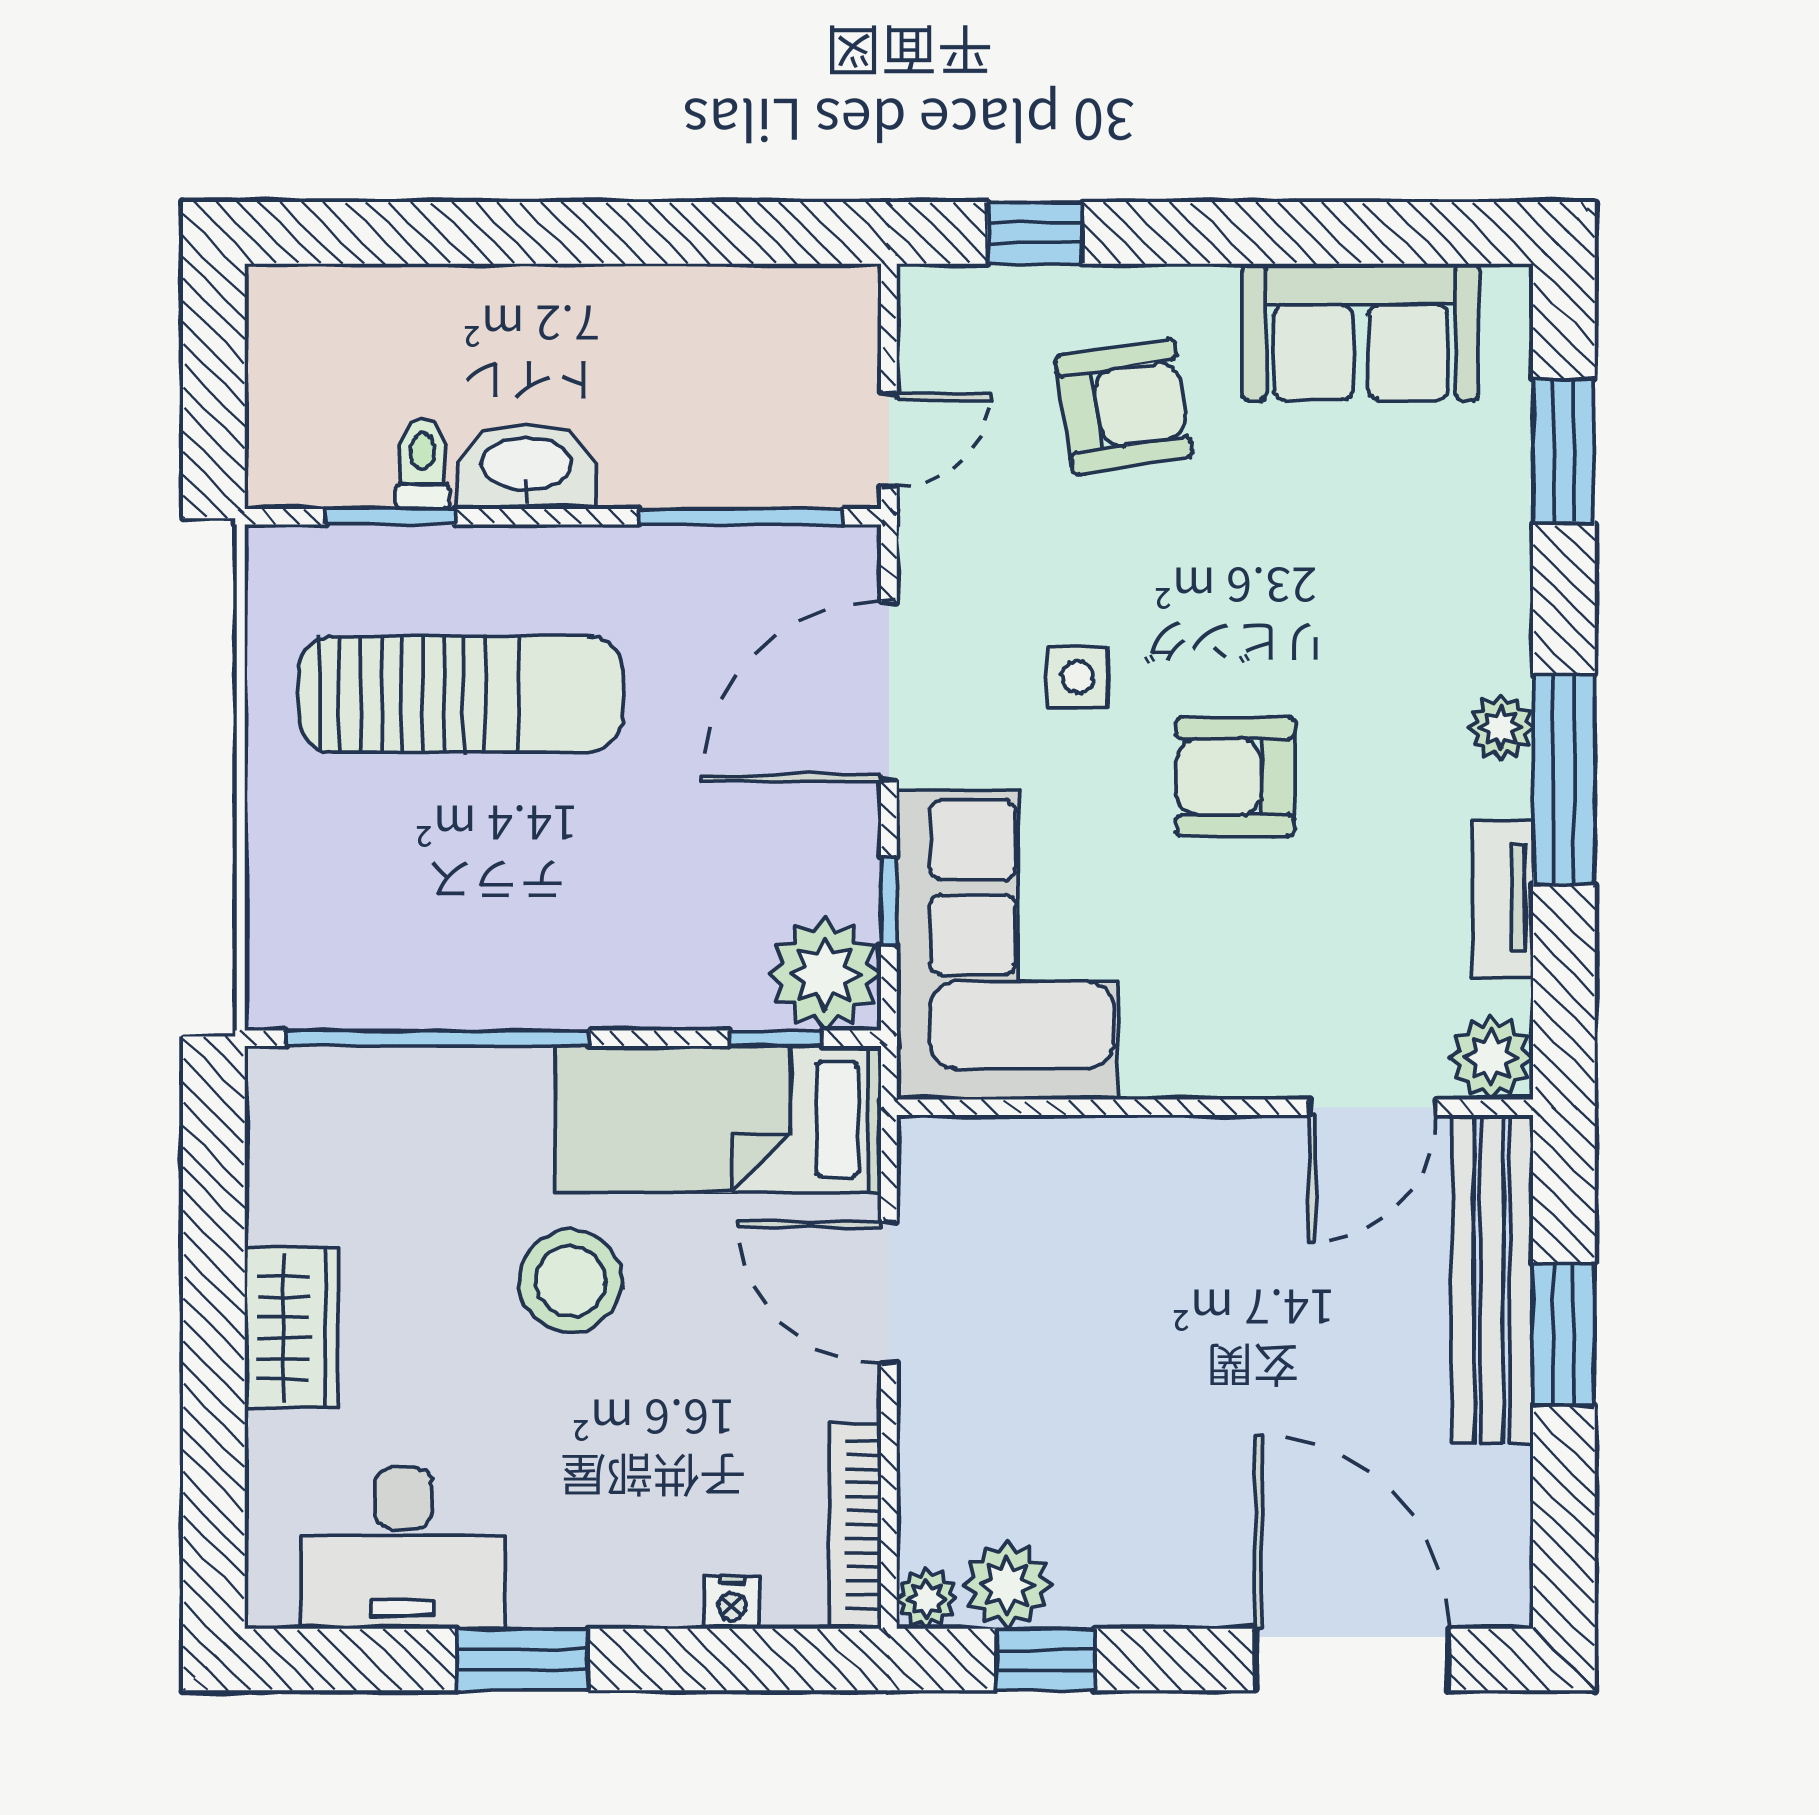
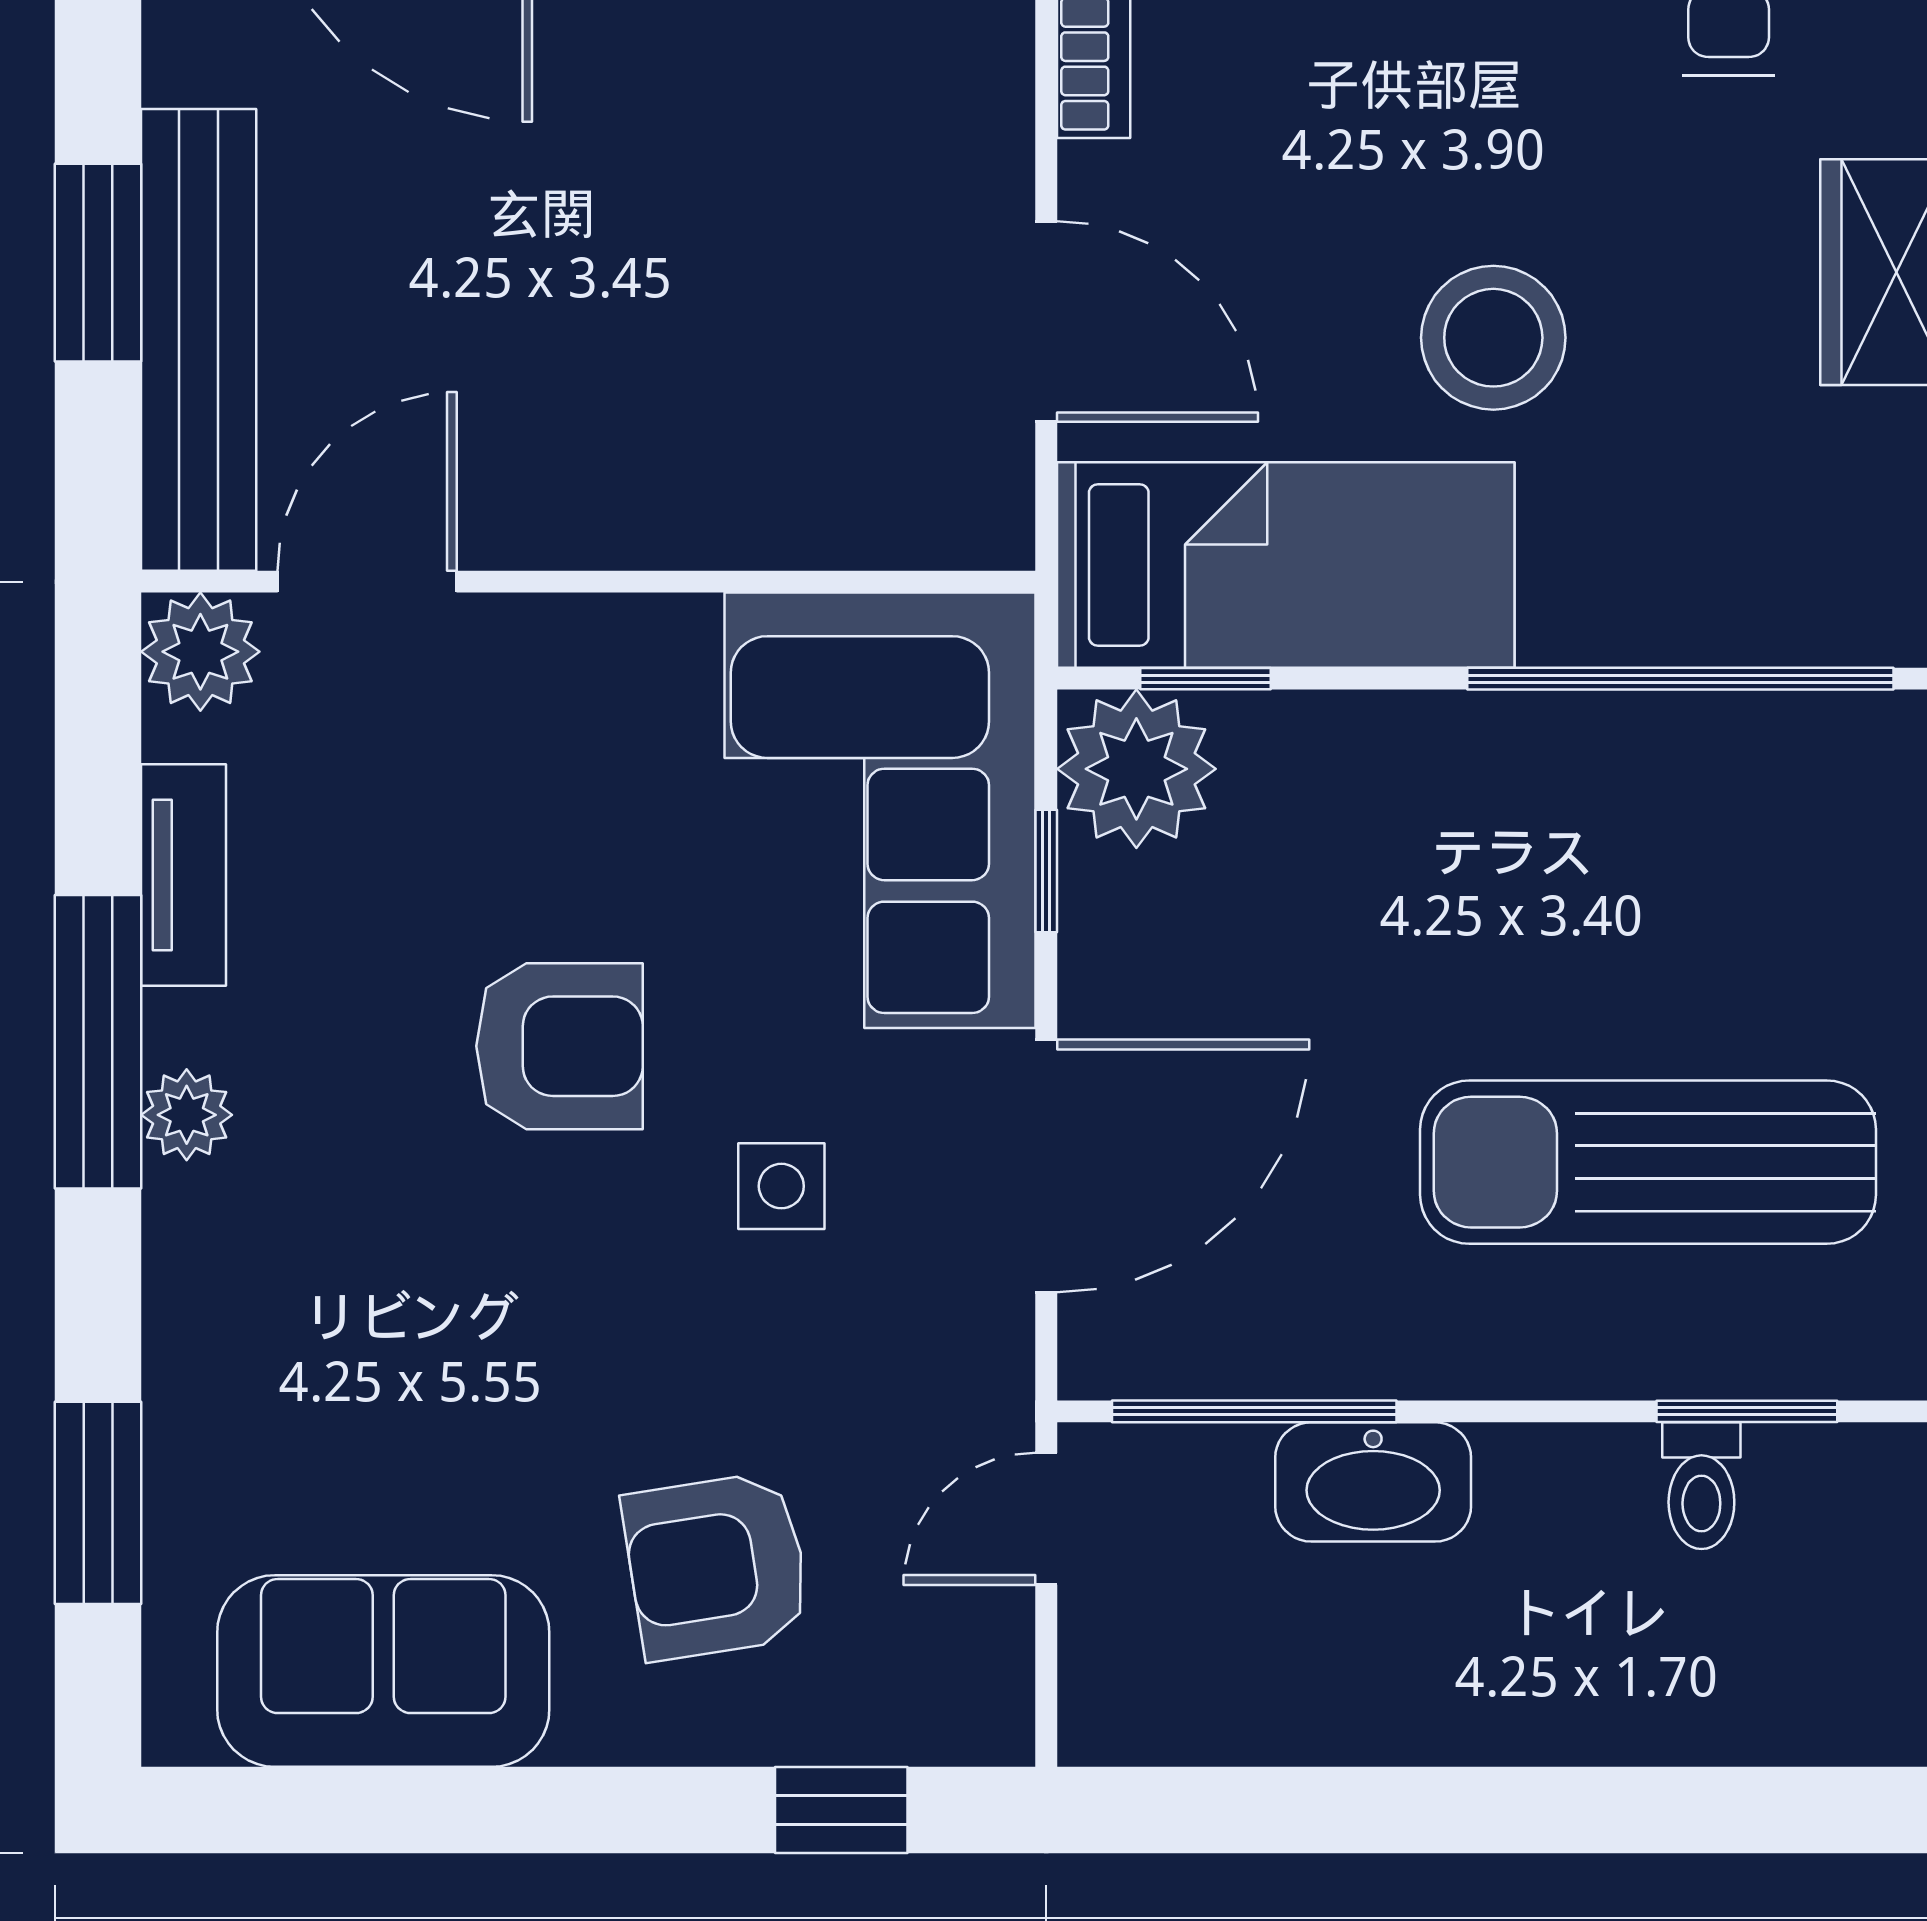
washbasin: (526, 466) -> (1373, 1482), moved

